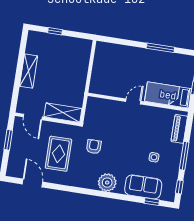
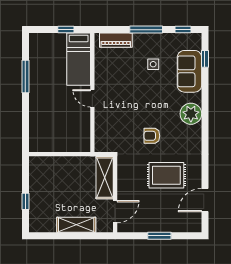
shelving: (63, 113) -> (105, 178), moved
door: (33, 117) -> (115, 212), moved
wall: (47, 119) -> (115, 194), moved

